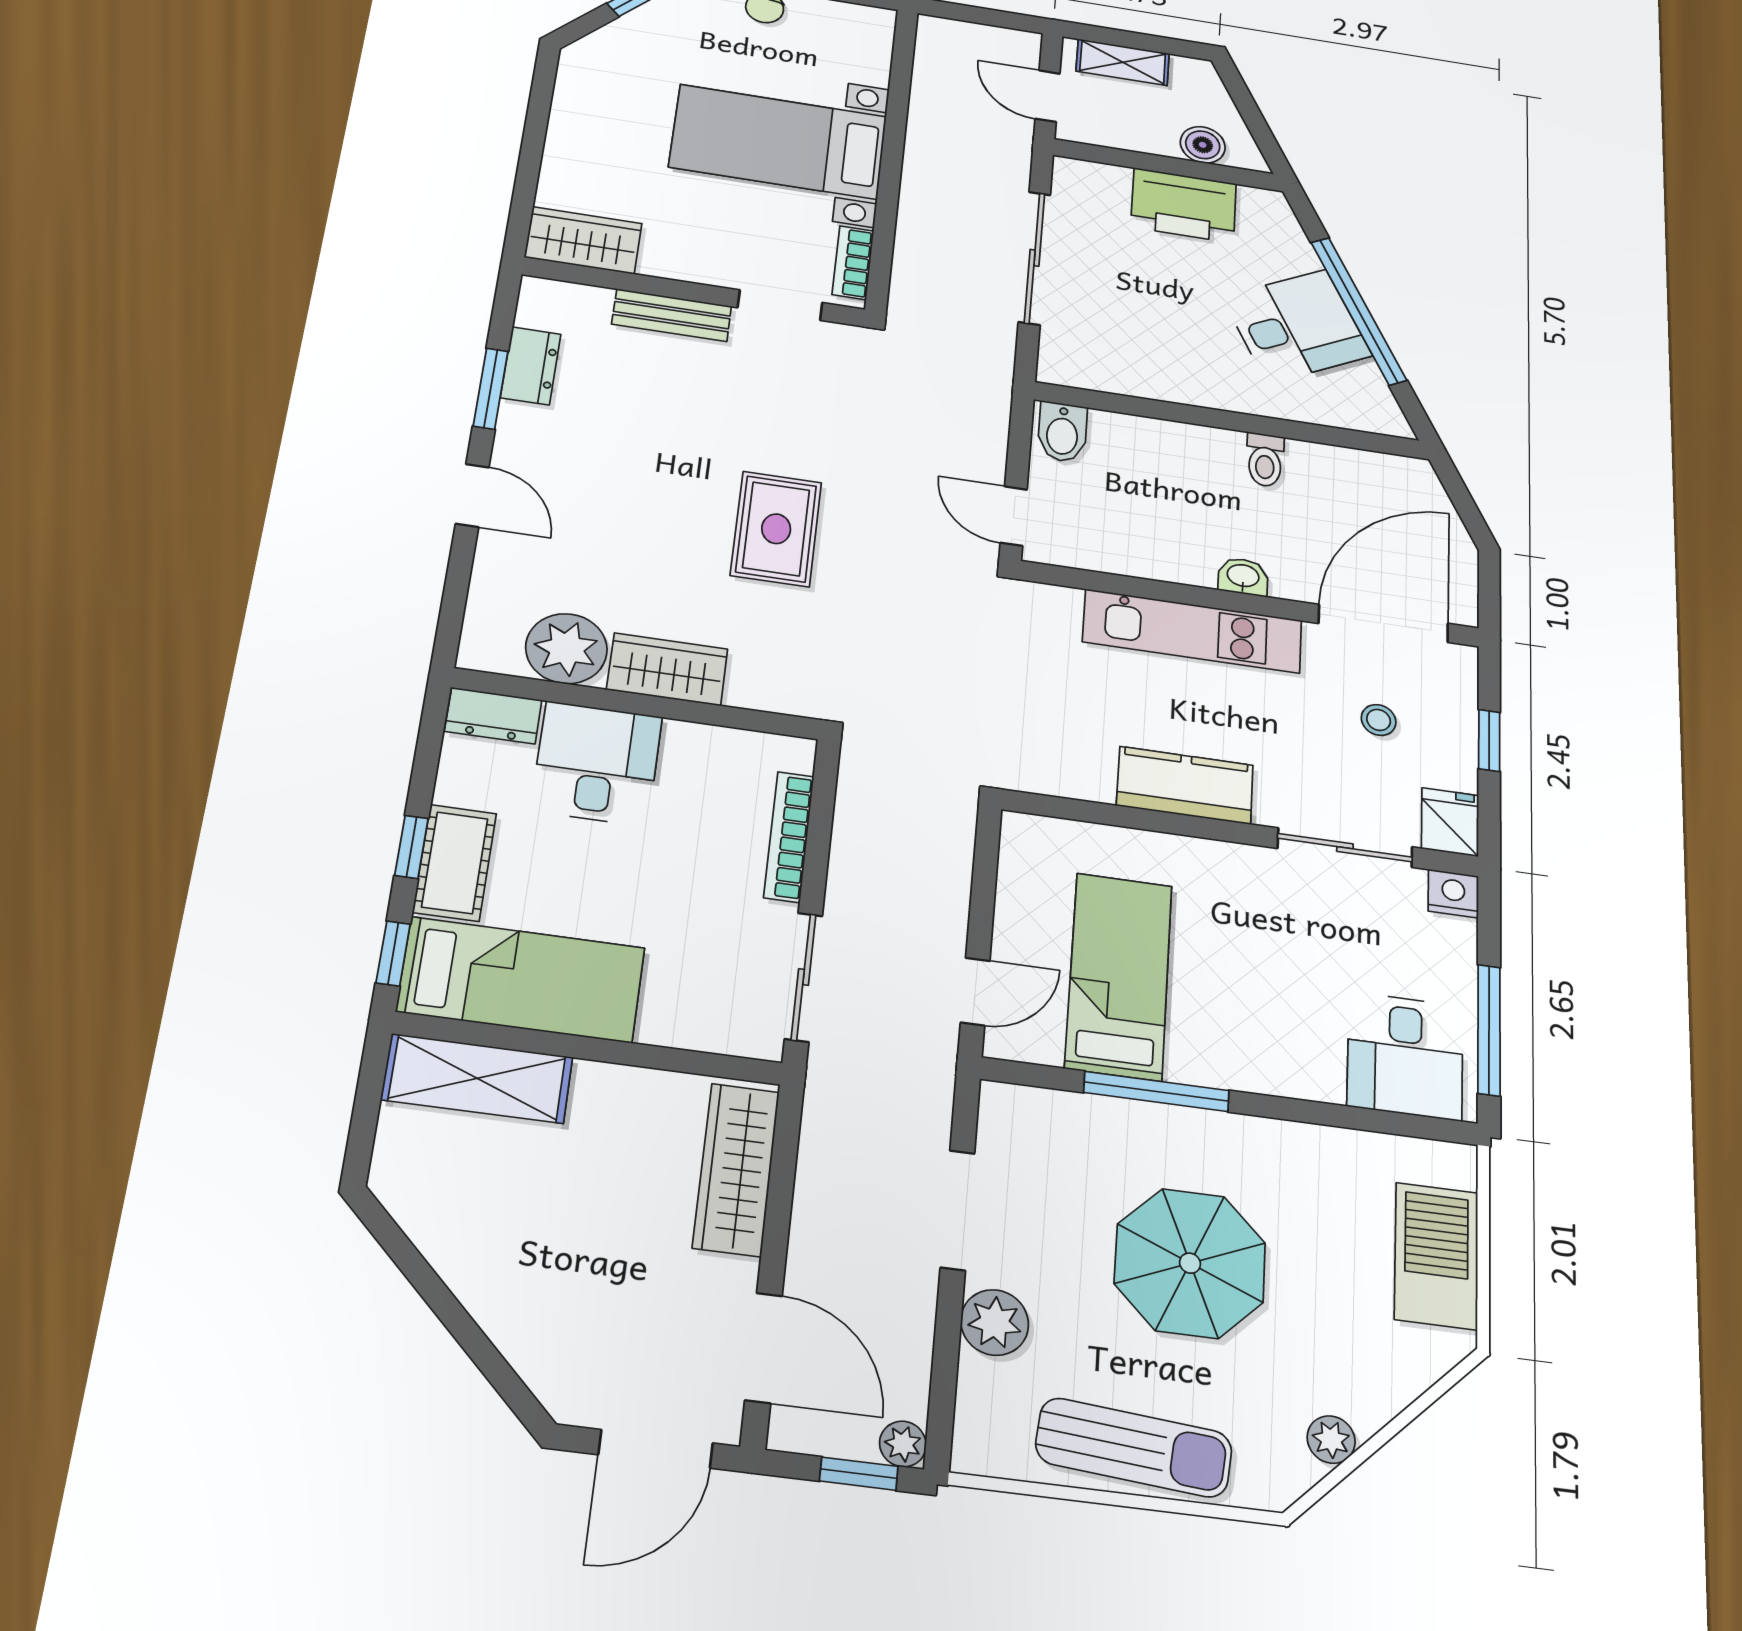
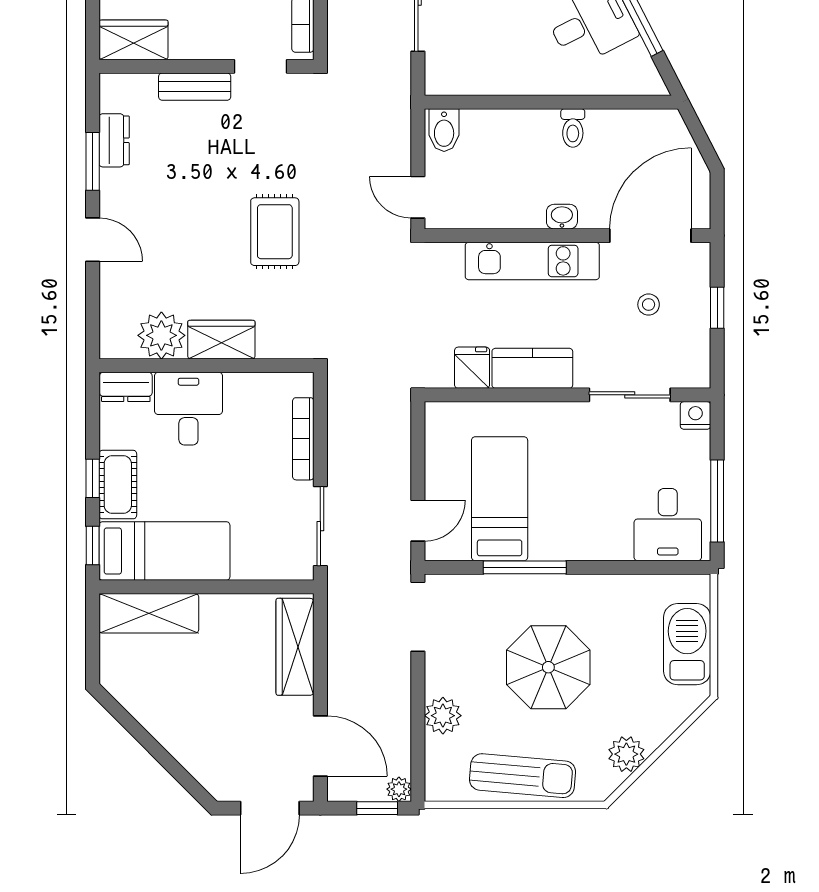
fridge: (1450, 822) -> (472, 368), moved
doorway: (957, 1210) -> (418, 617), moved
plant: (1331, 1440) -> (626, 754), width x1.38, depth x1.38

